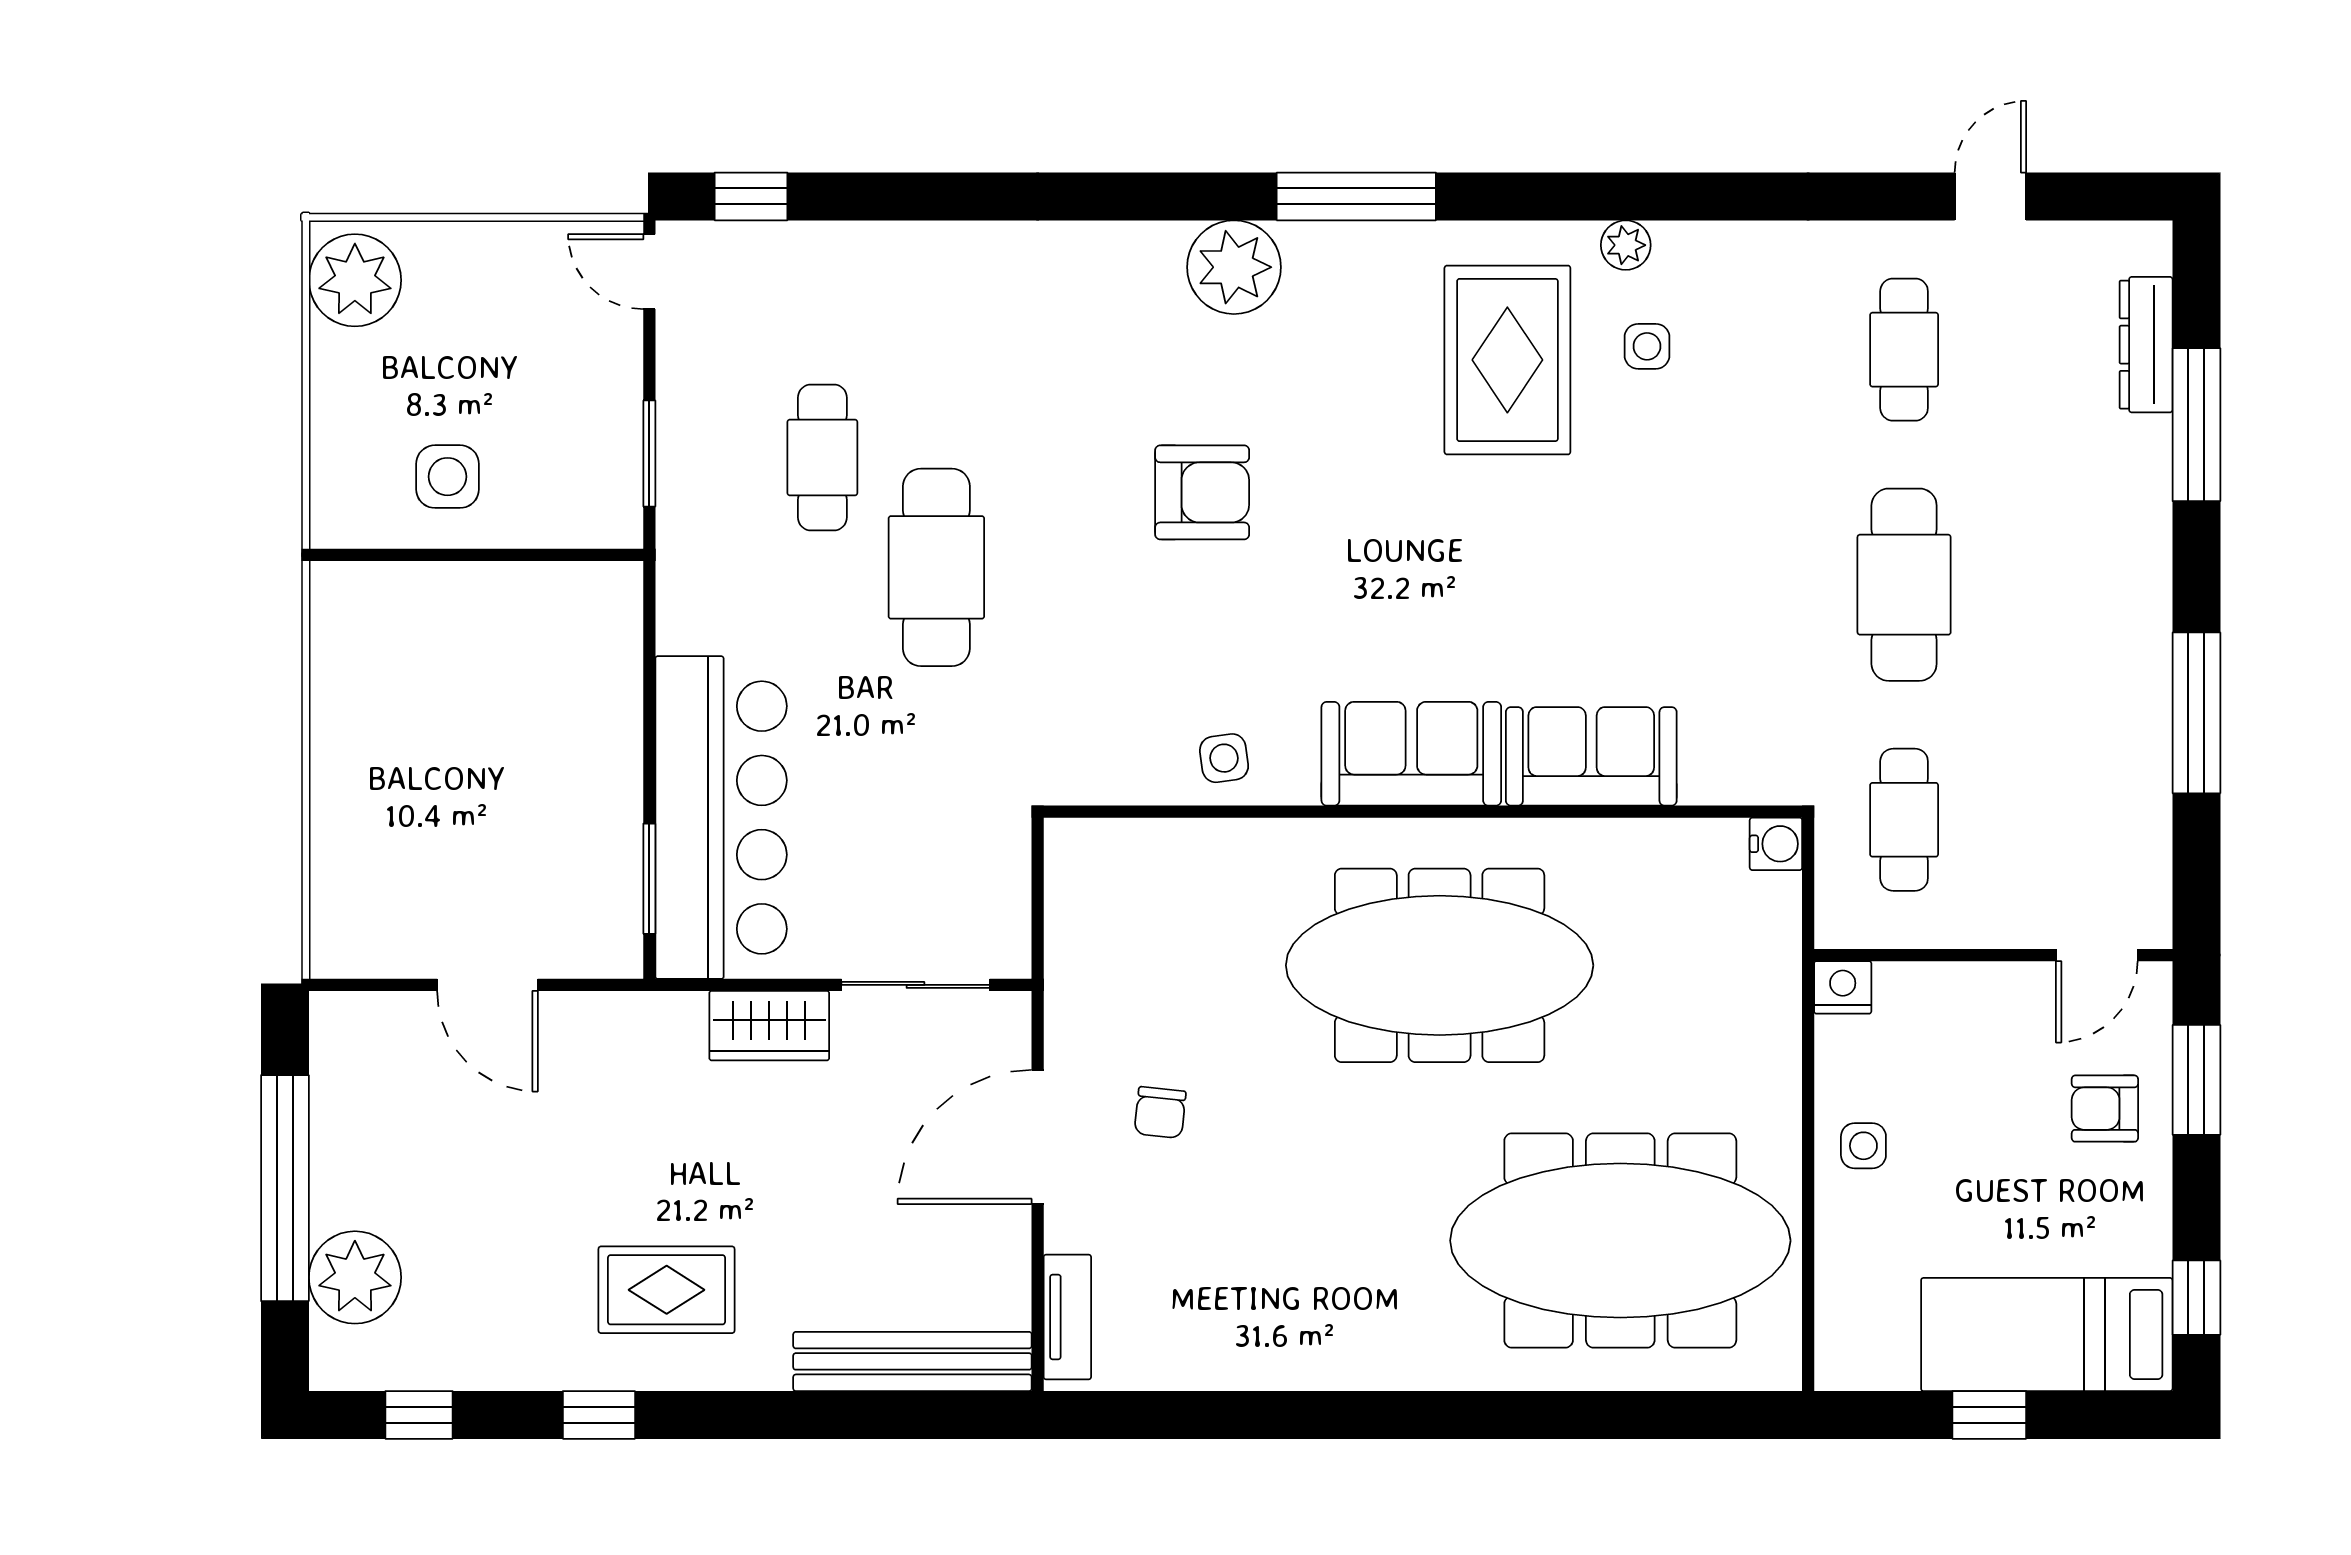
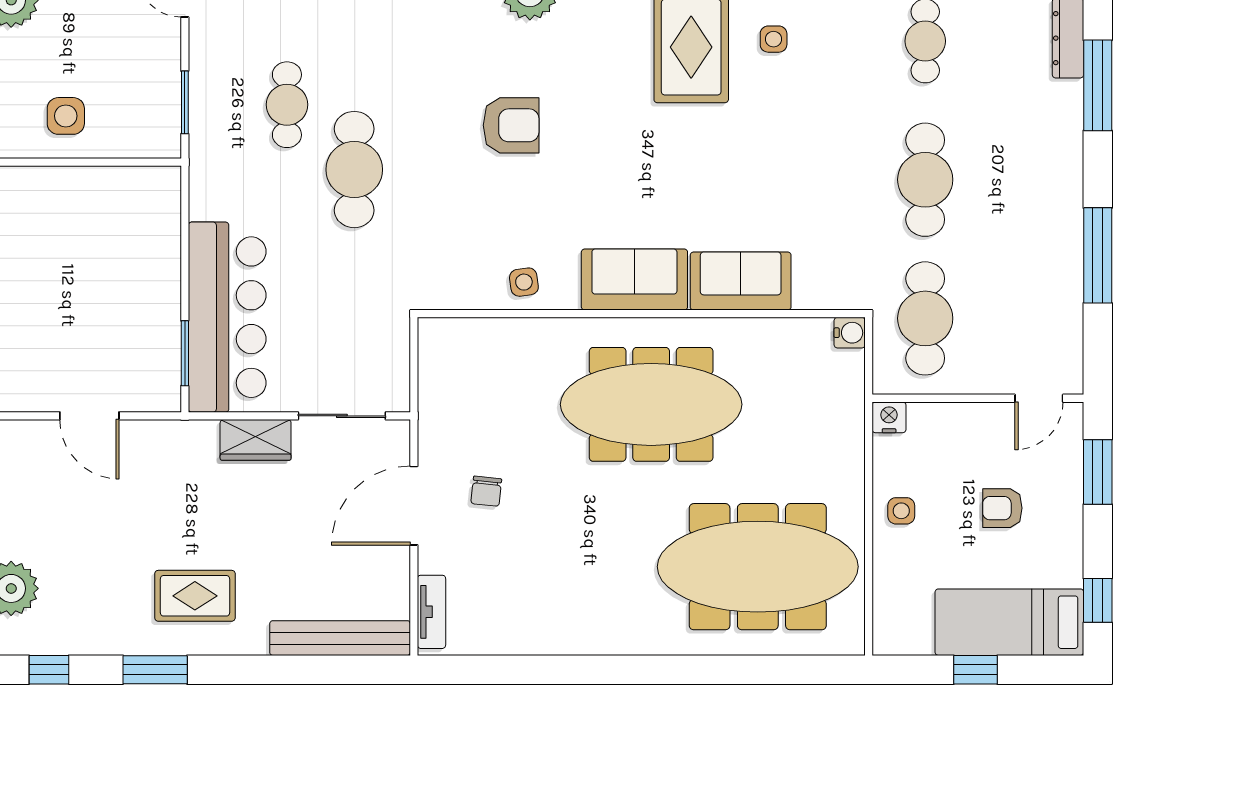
cafe table: (1904, 820) -> (925, 318), width x1.37, depth x1.35
armchair: (2105, 1109) -> (1002, 508), moved
window: (599, 1415) -> (155, 670), width x1.50

